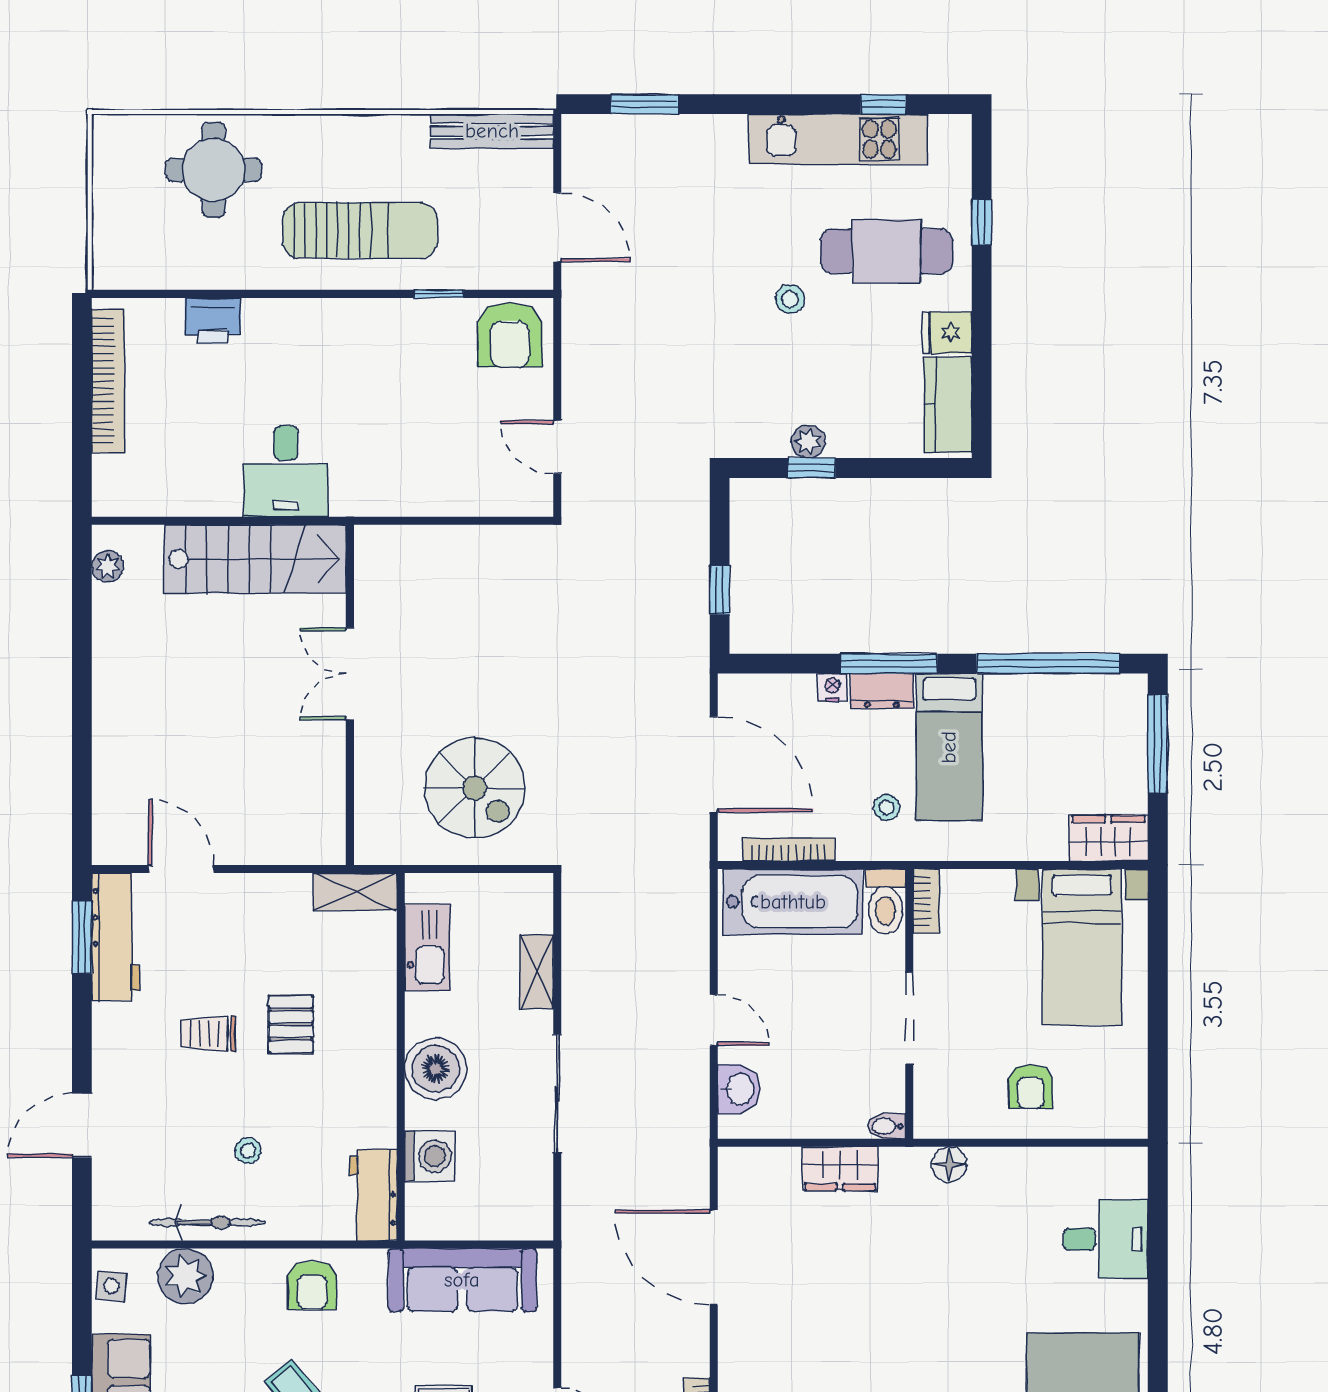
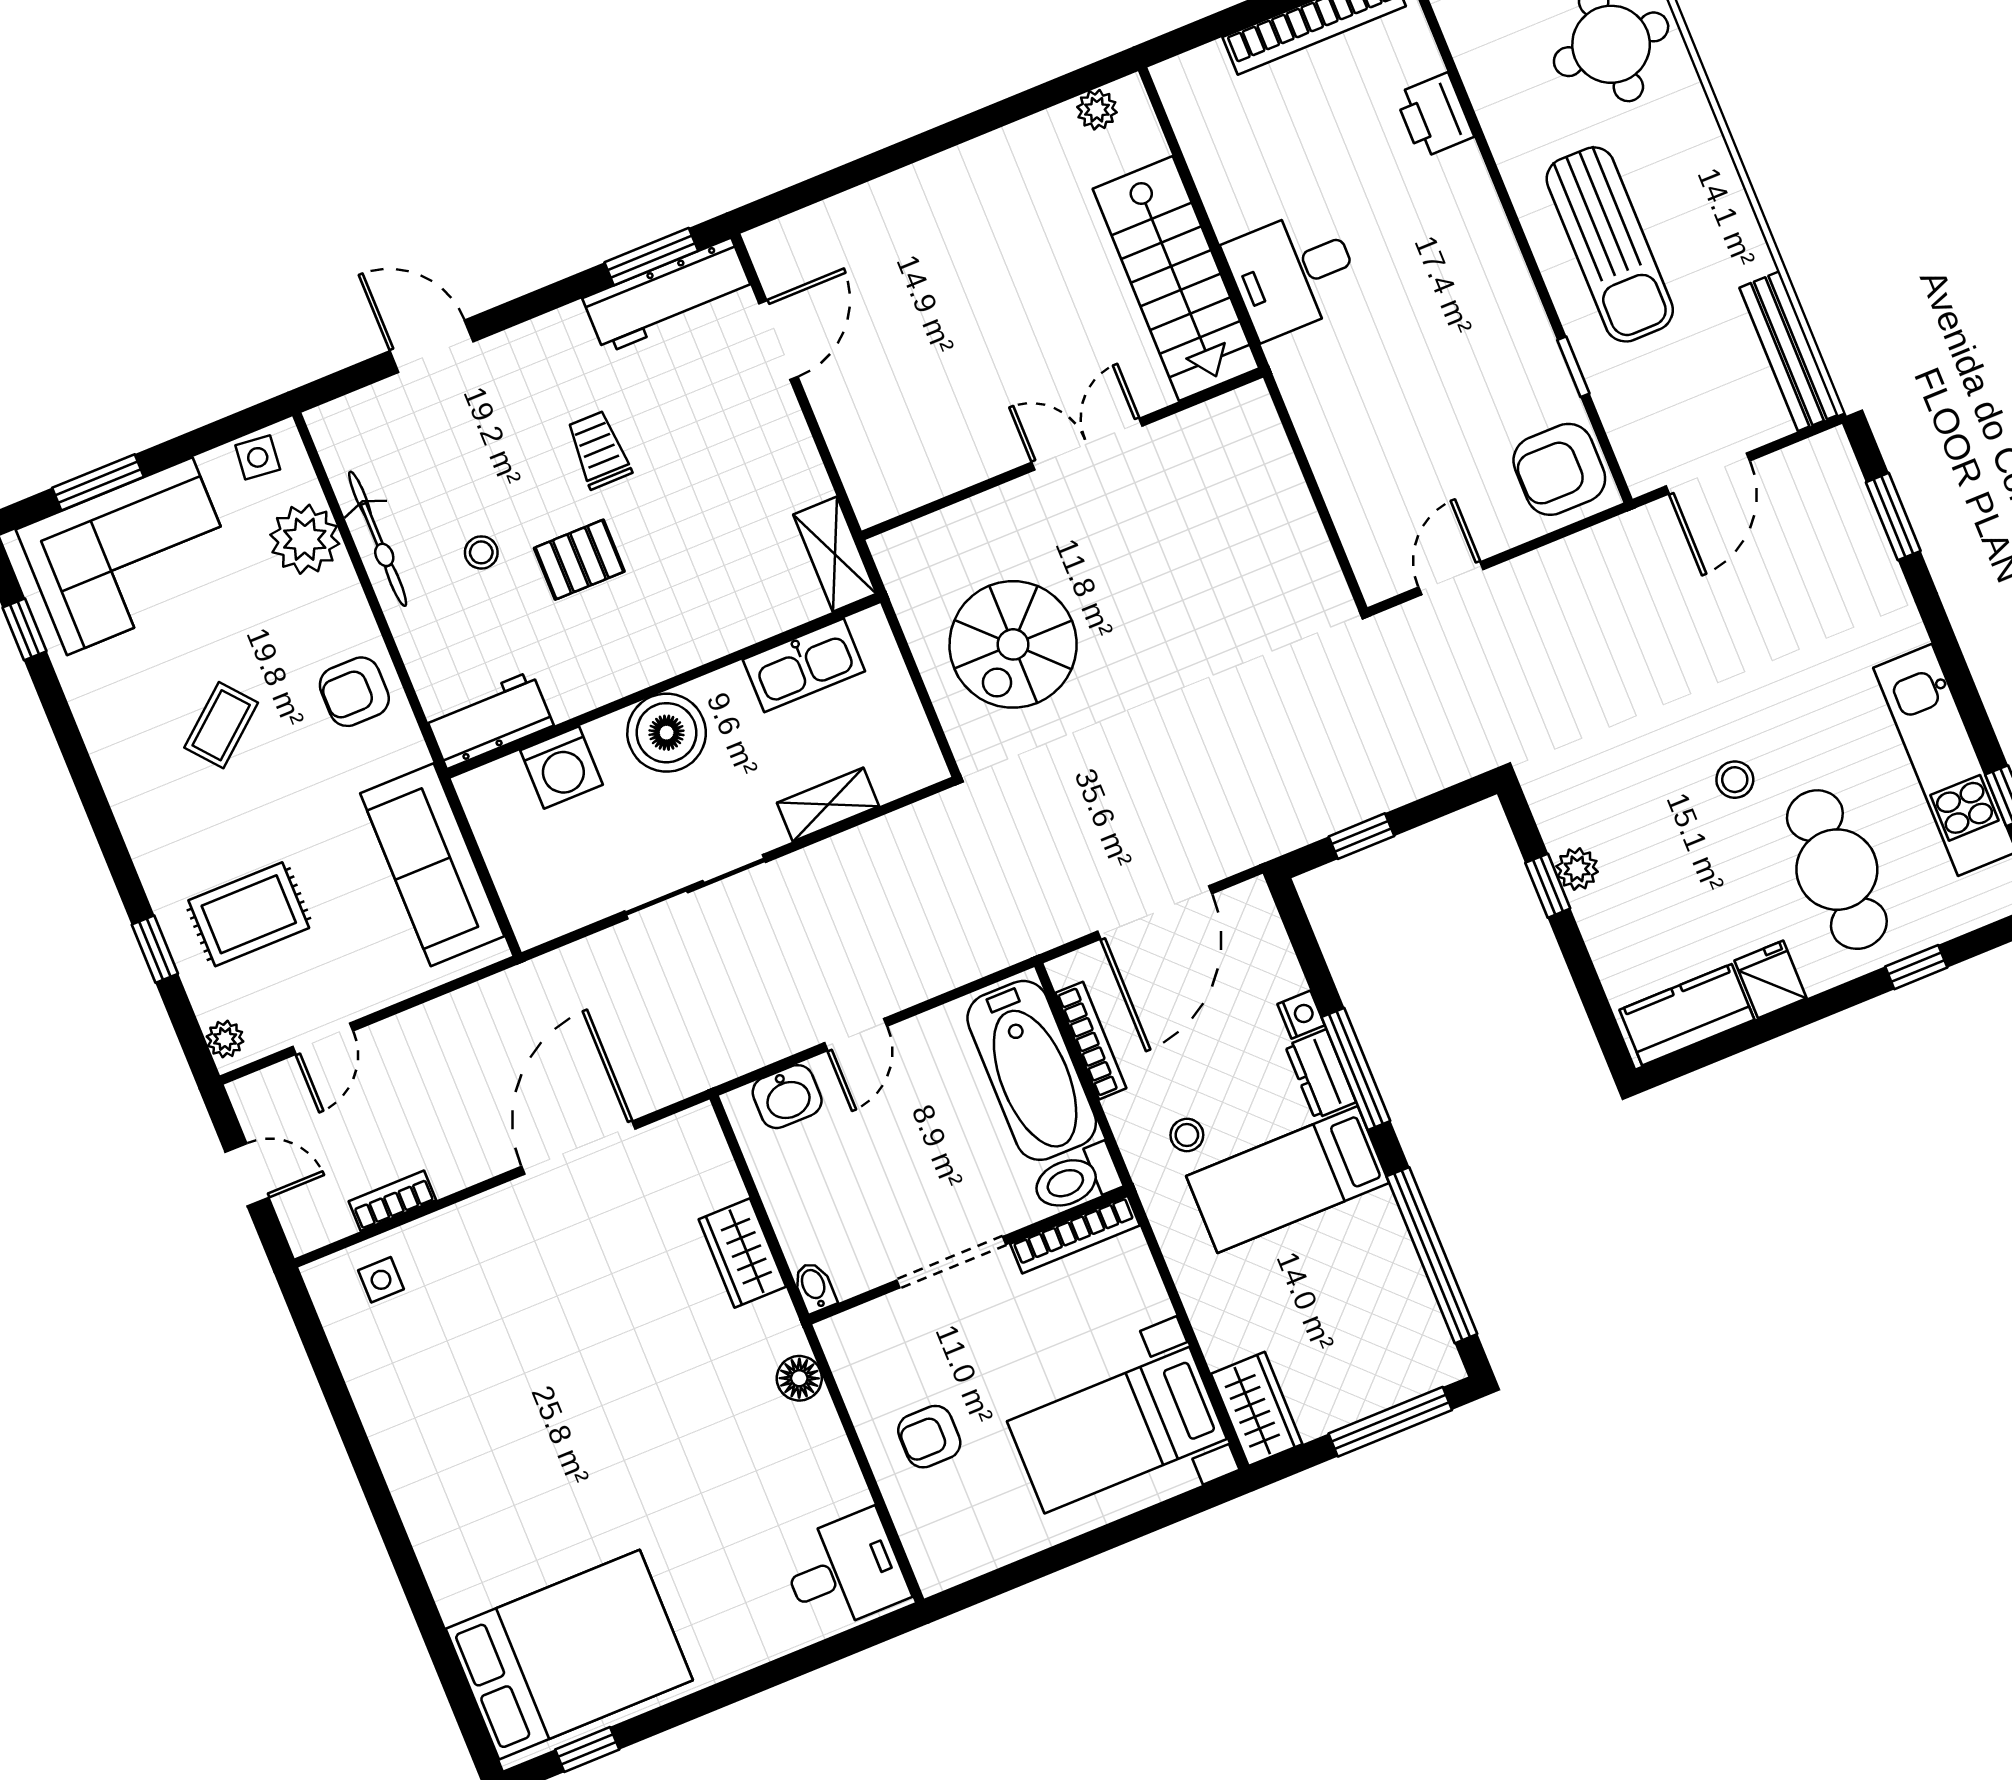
bookcase: (926, 901) -> (1075, 1235), width x1.56
pallet: (291, 1024) -> (579, 560), moved
desk: (1106, 1239) -> (844, 1571), moved, turned -90

